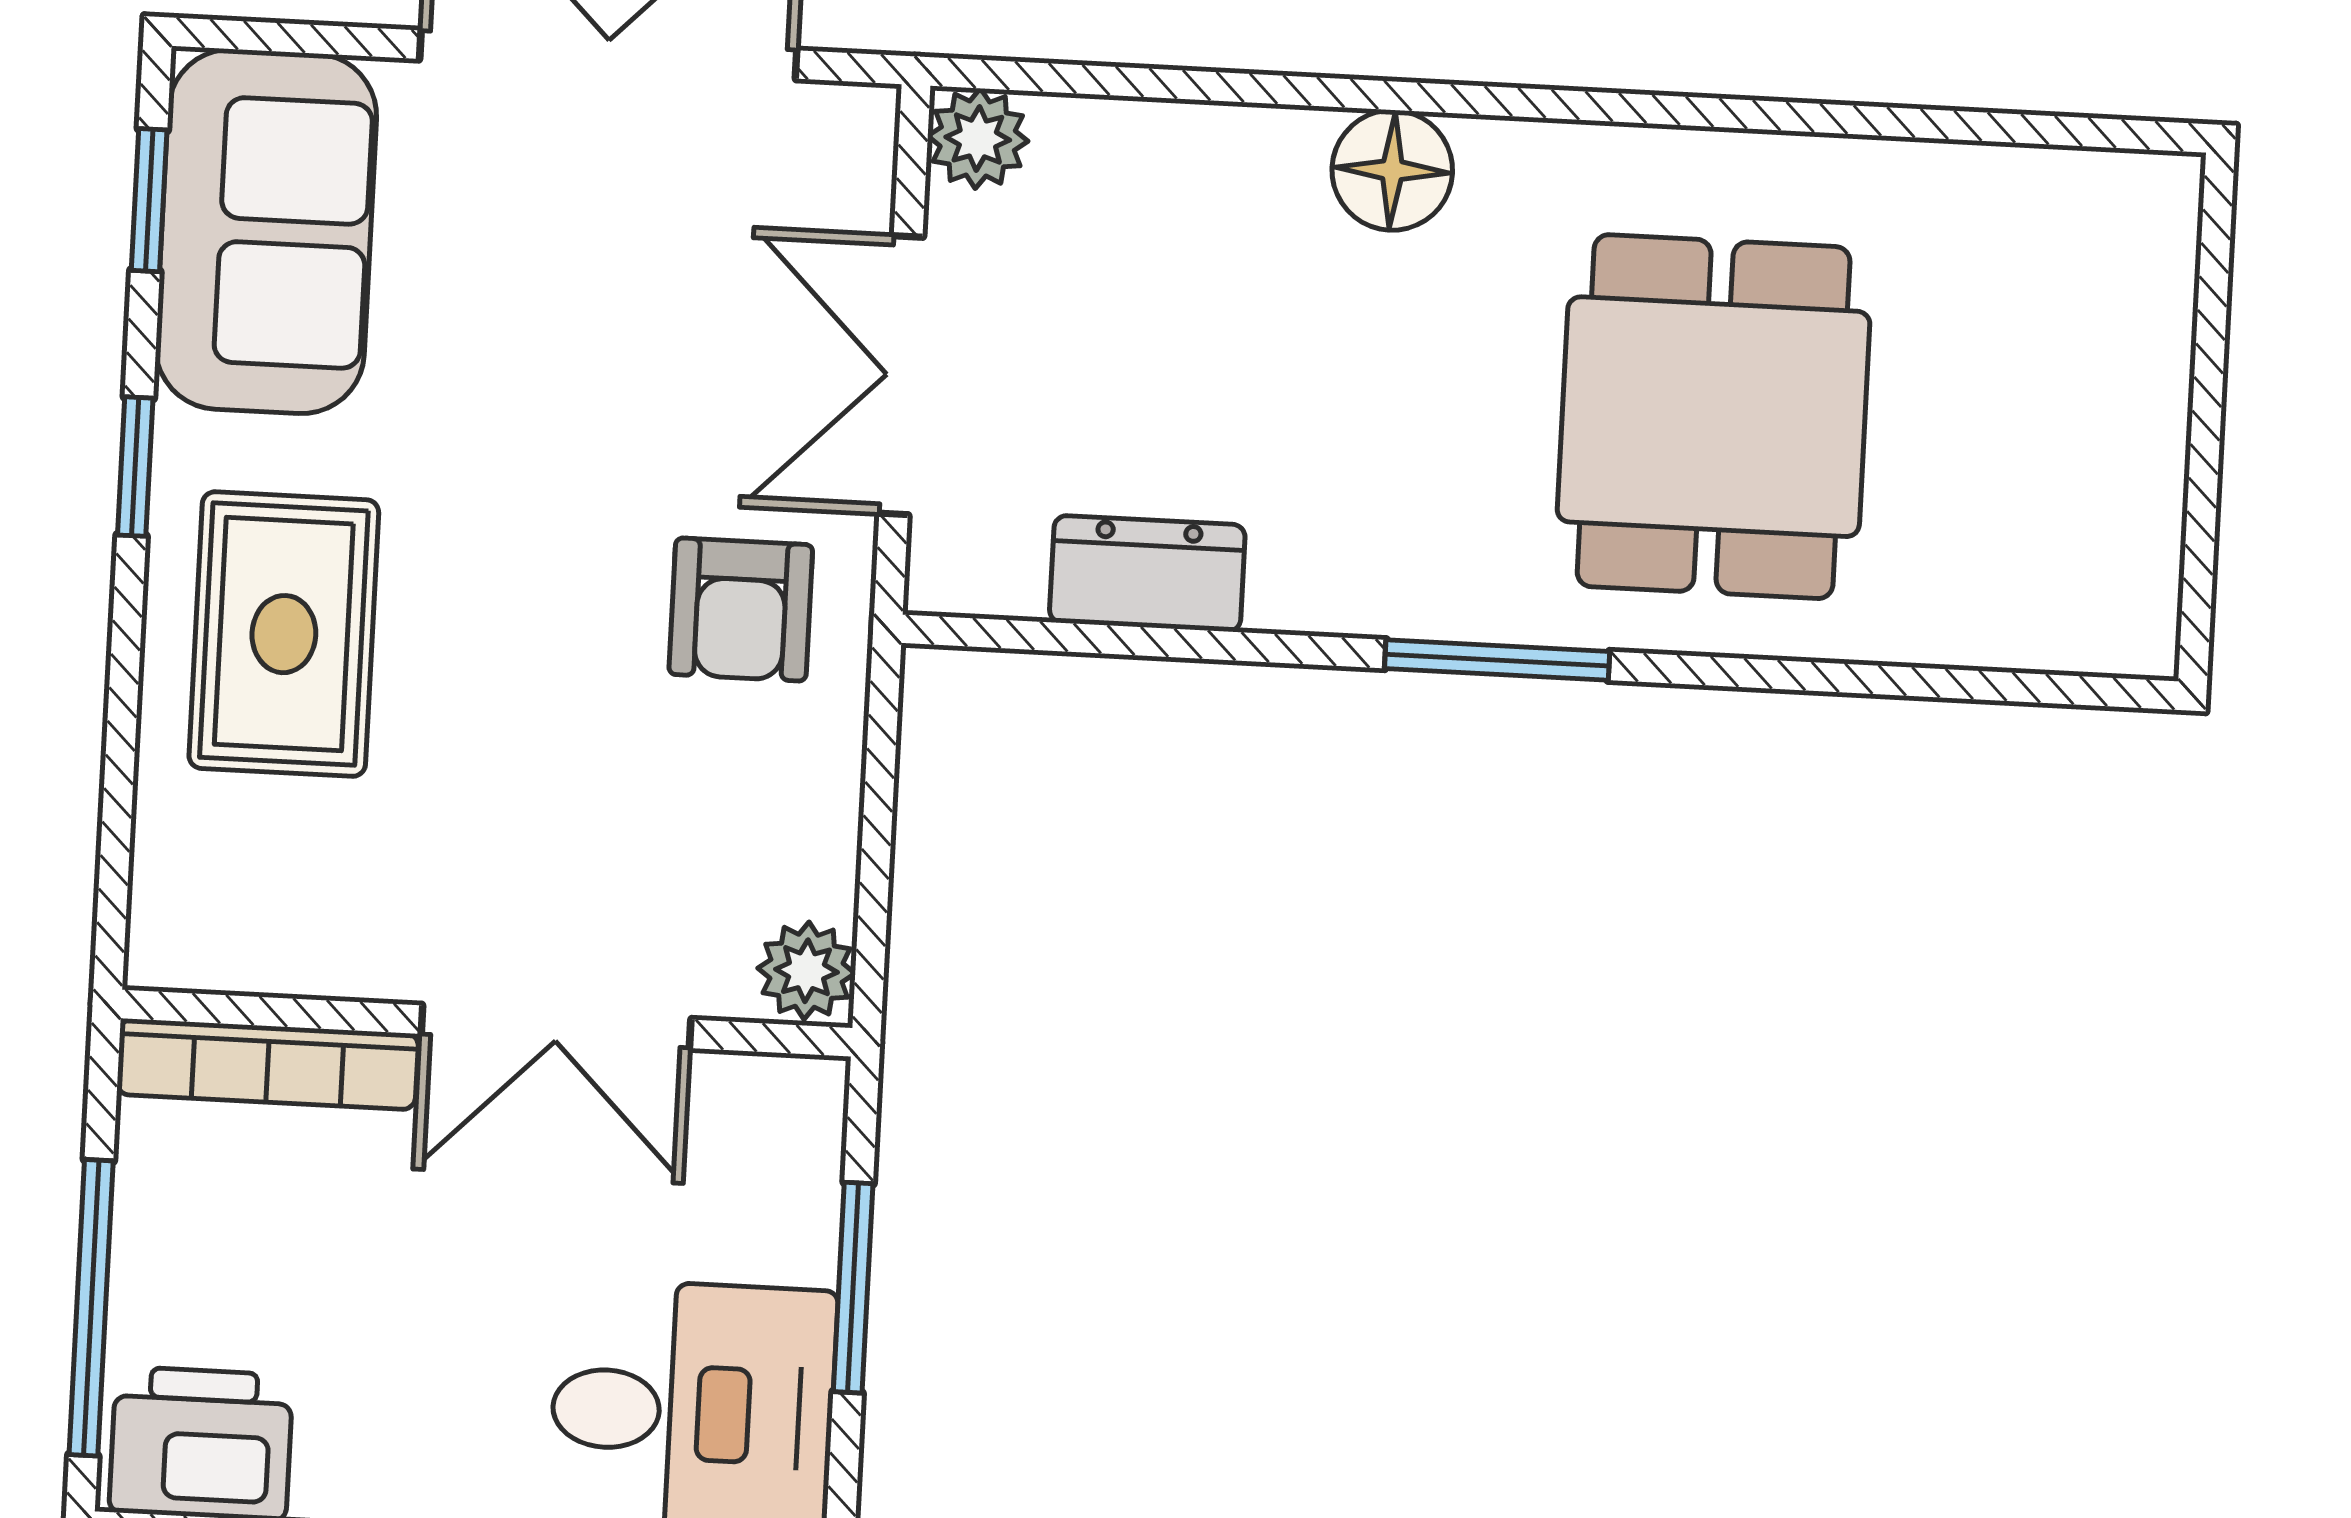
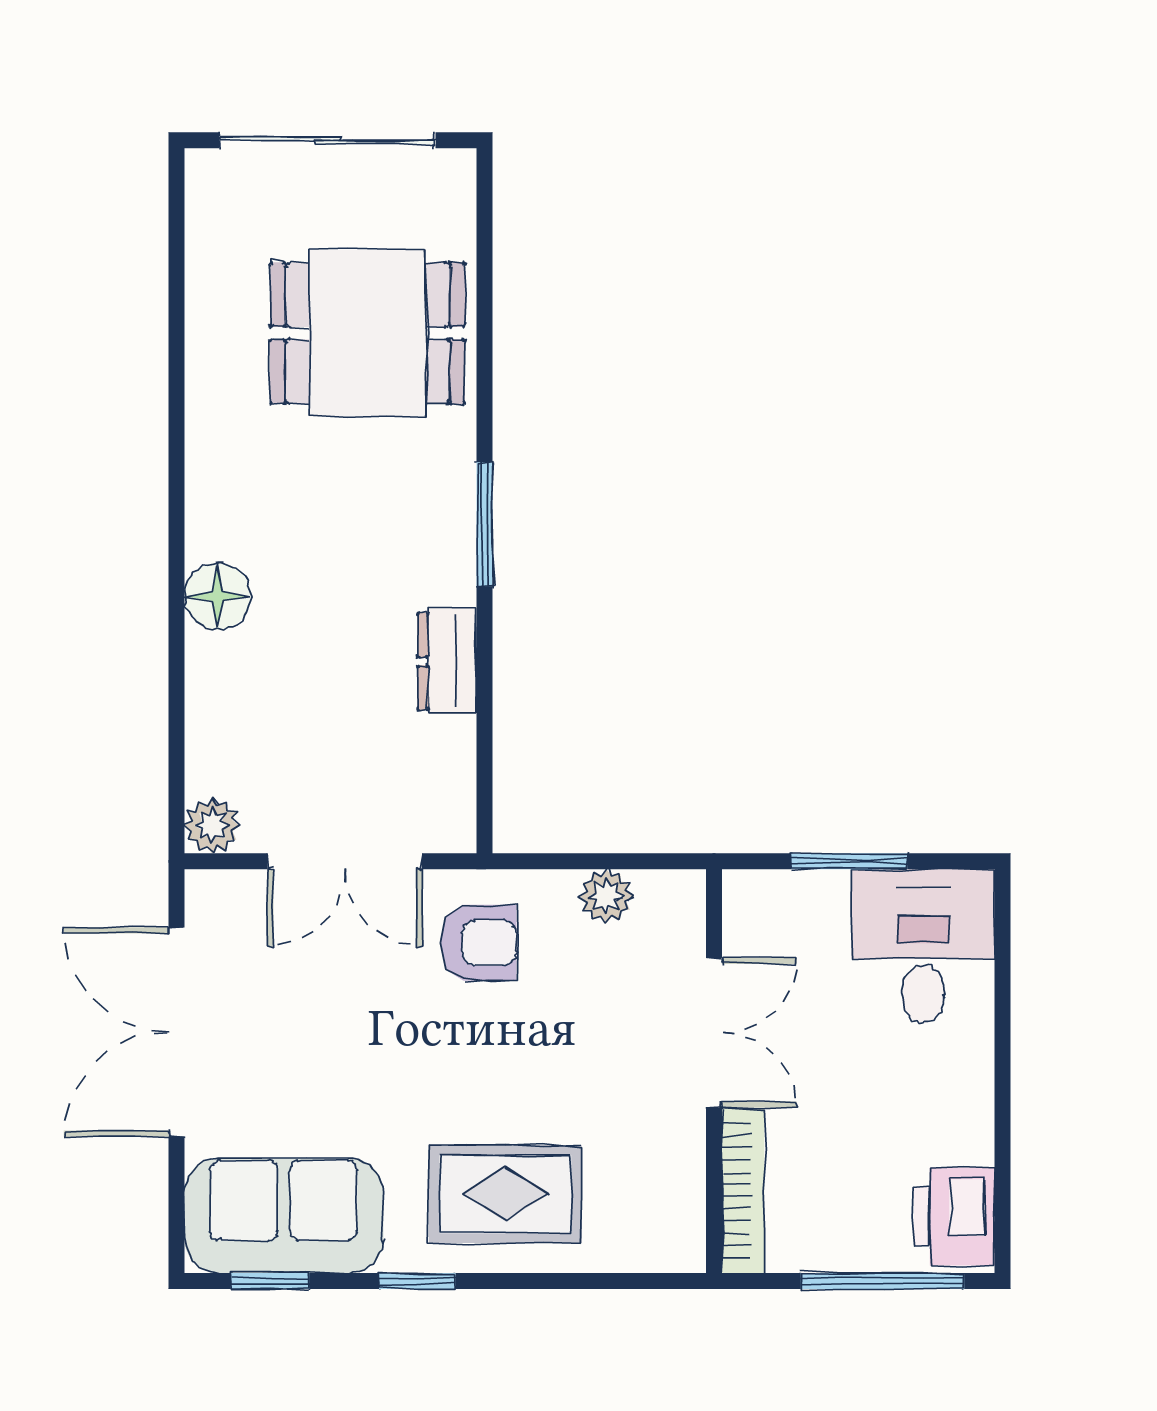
sliding door: (2207, 412) -> (327, 140), added
dining table: (1714, 417) -> (368, 333), moved
dresser: (1147, 574) -> (447, 661), moved
plant: (806, 971) -> (606, 896), moved

